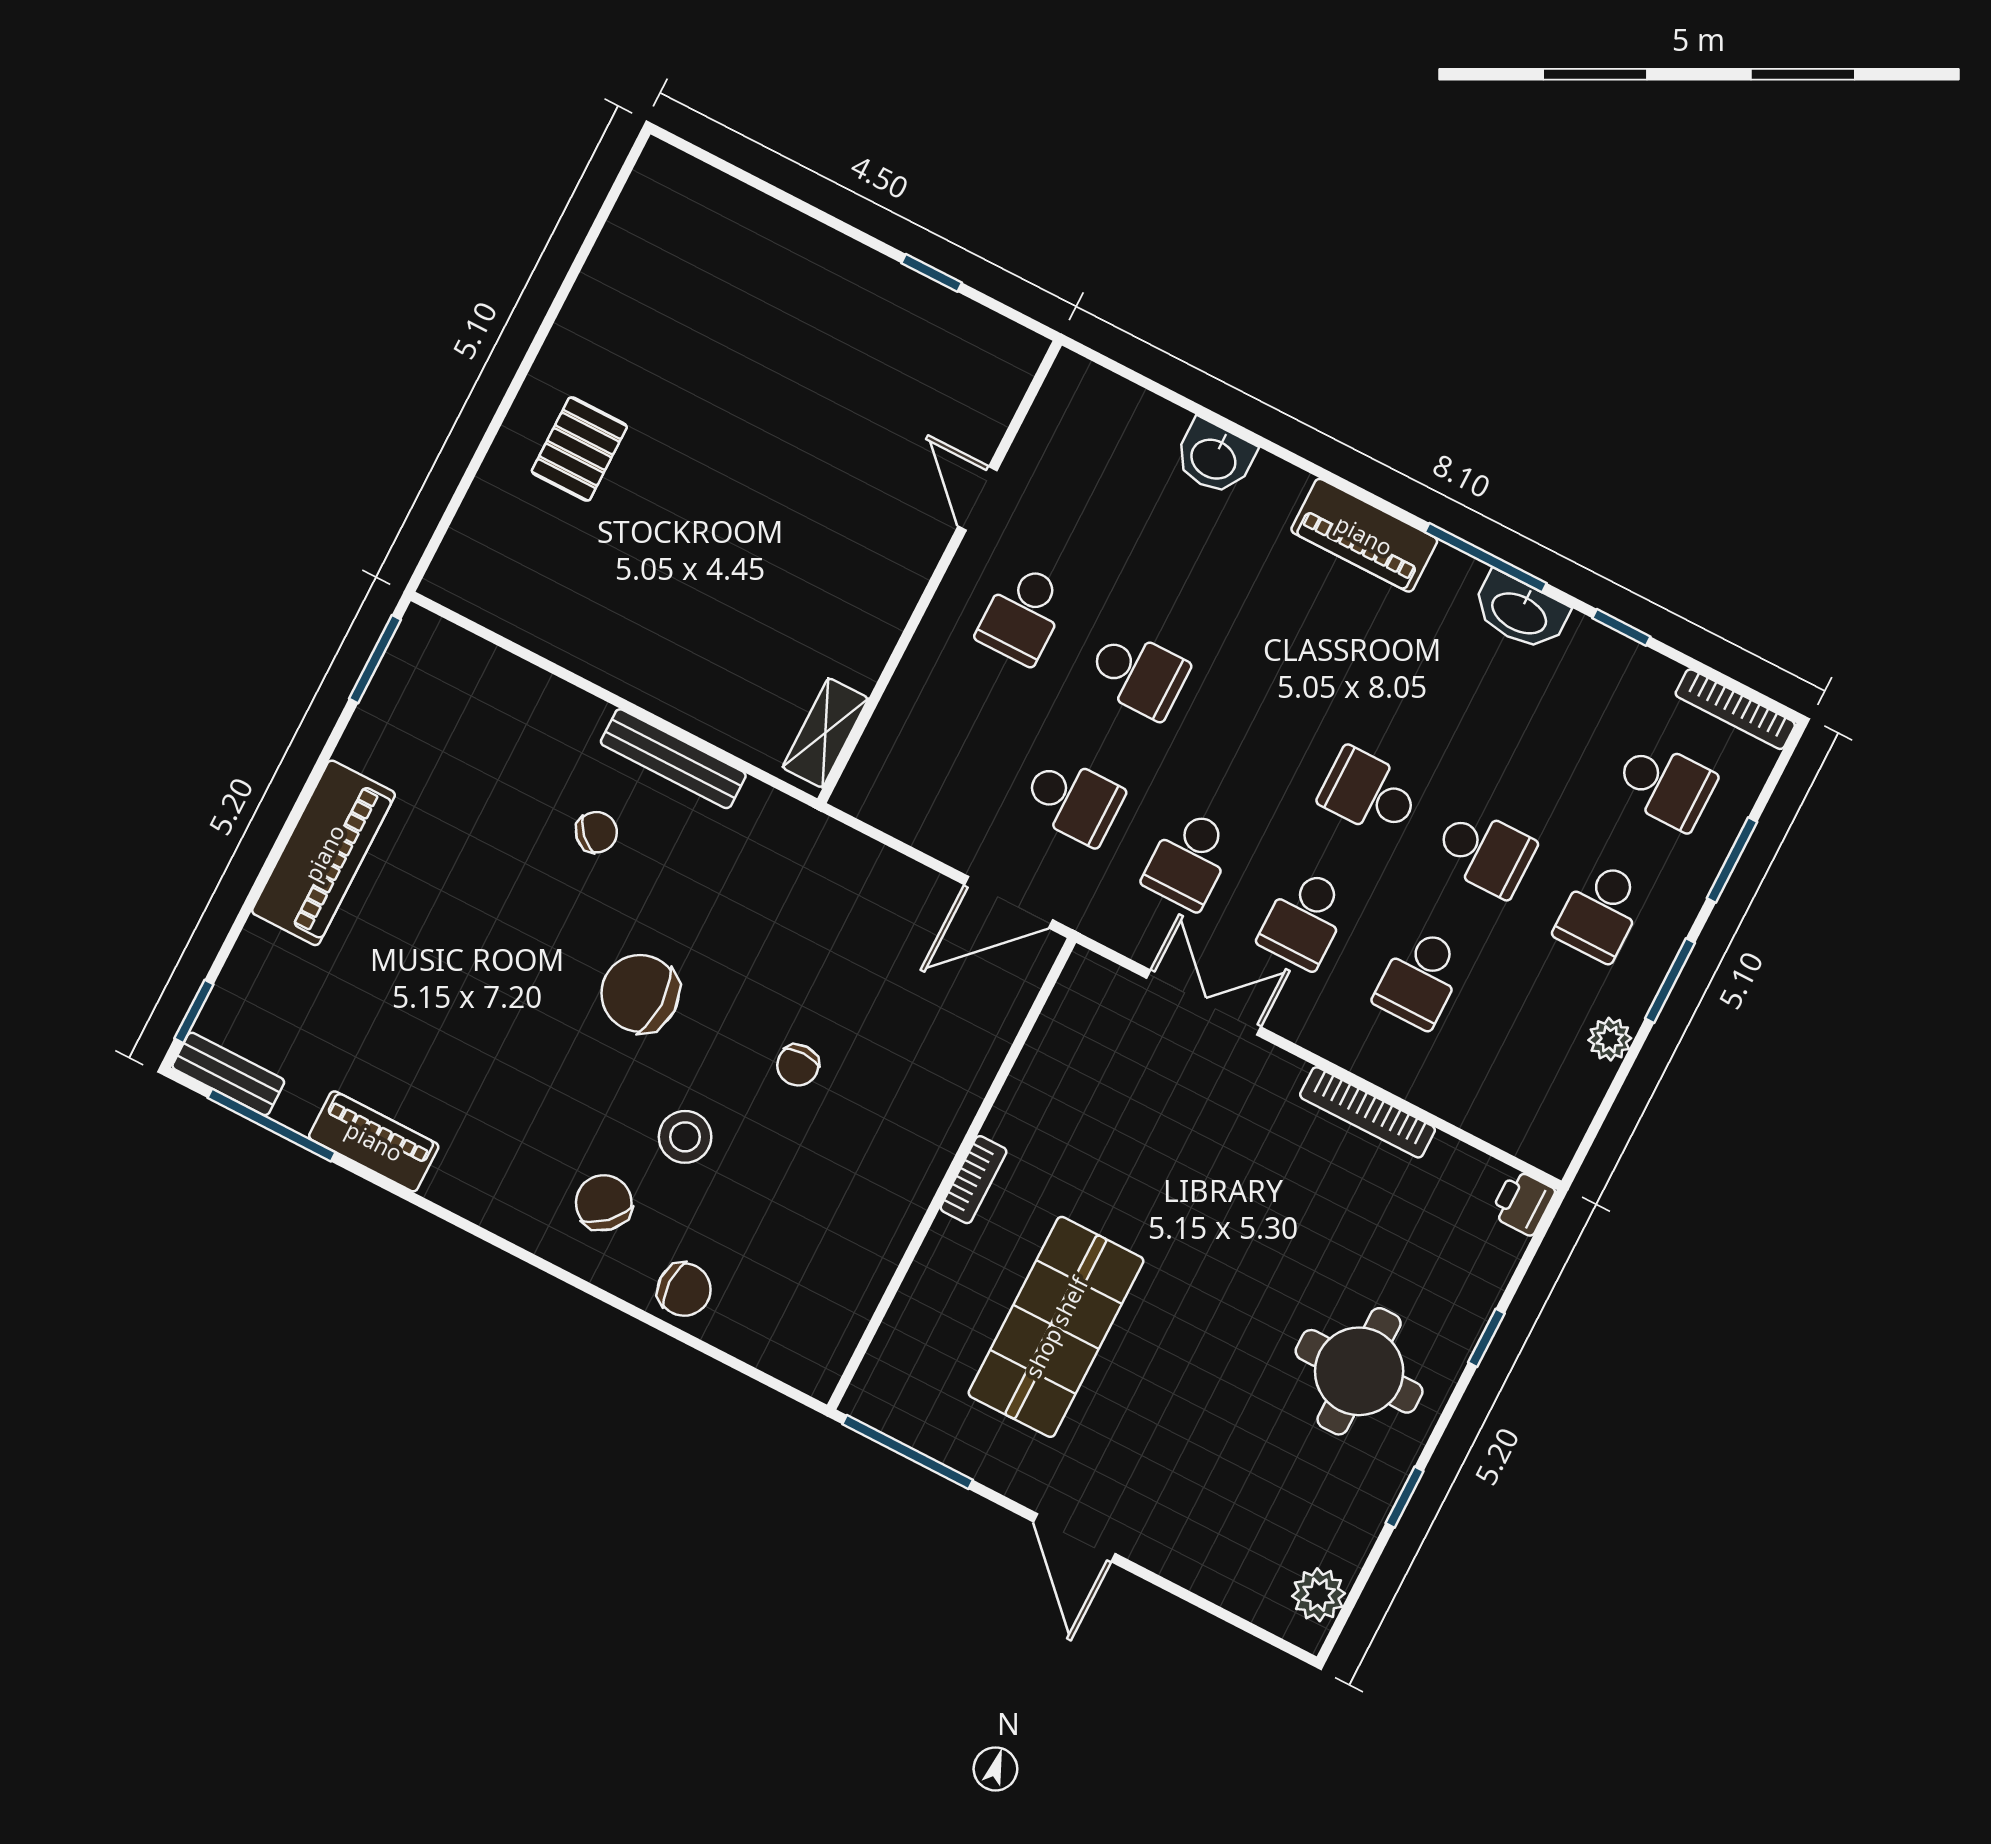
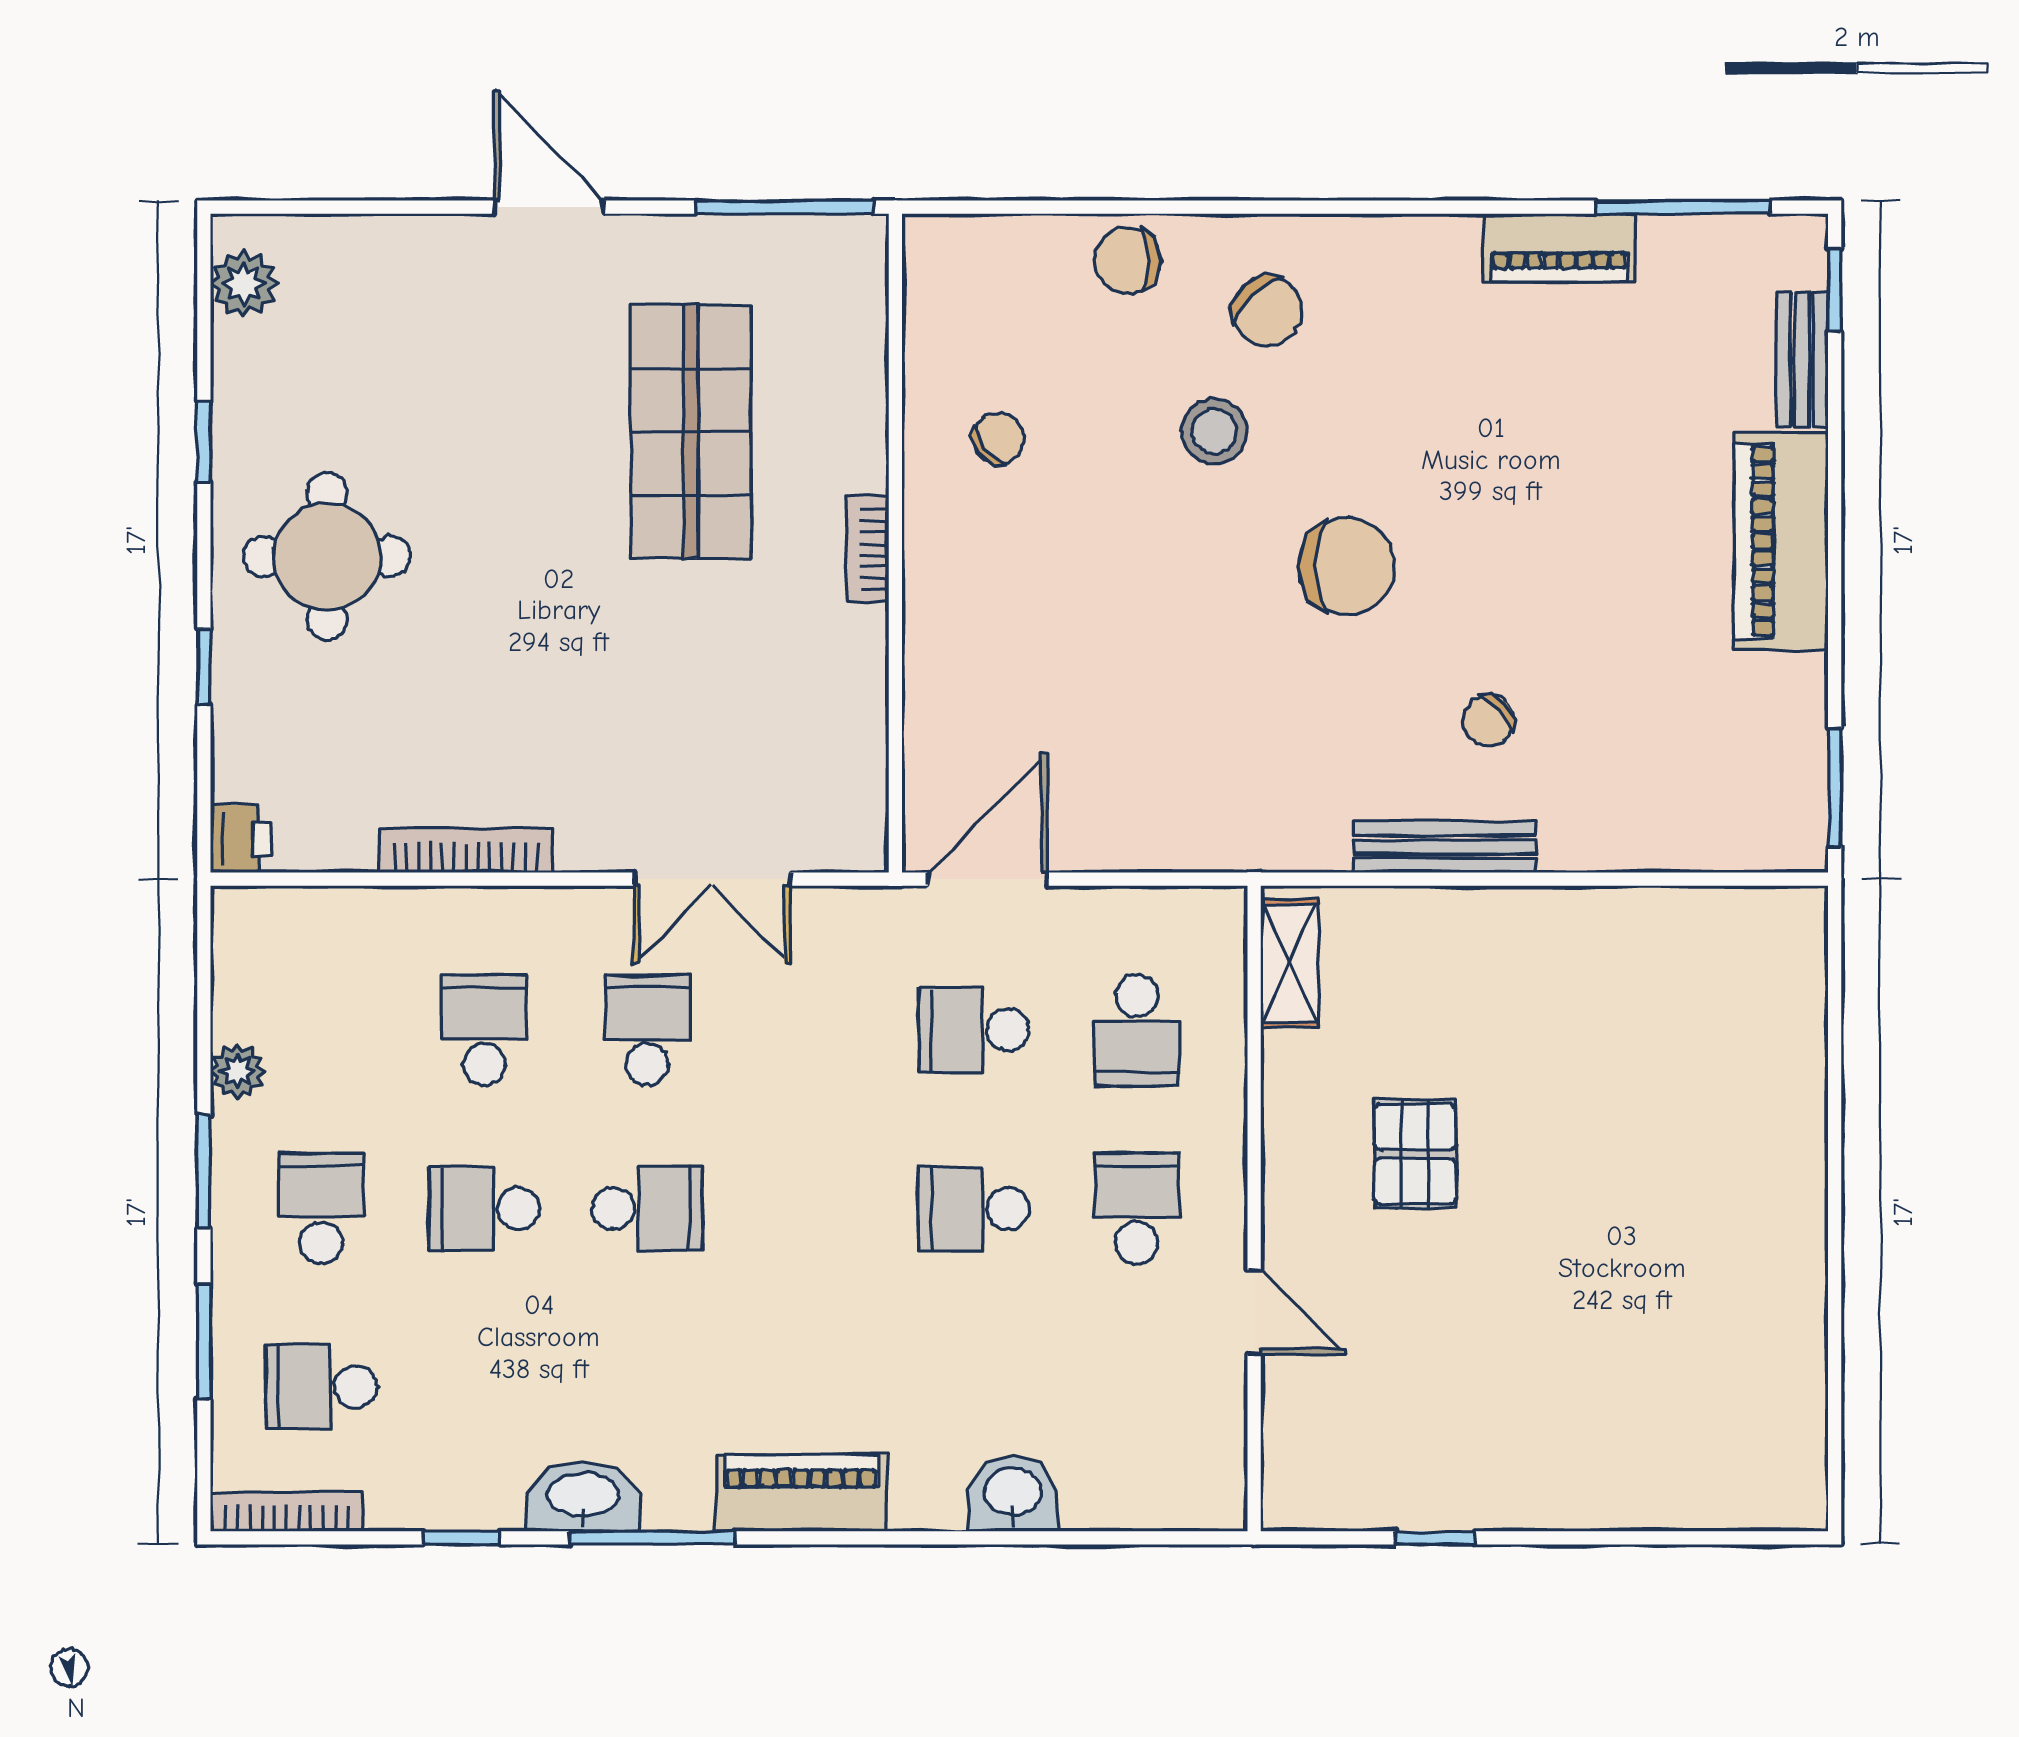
pallet: (579, 449) -> (1415, 1154), moved
school desk: (1189, 860) -> (1137, 1030), moved, turned 180
chair: (798, 1065) -> (999, 438), moved, turned 52
bench: (228, 1074) -> (1802, 360), moved, turned 90

